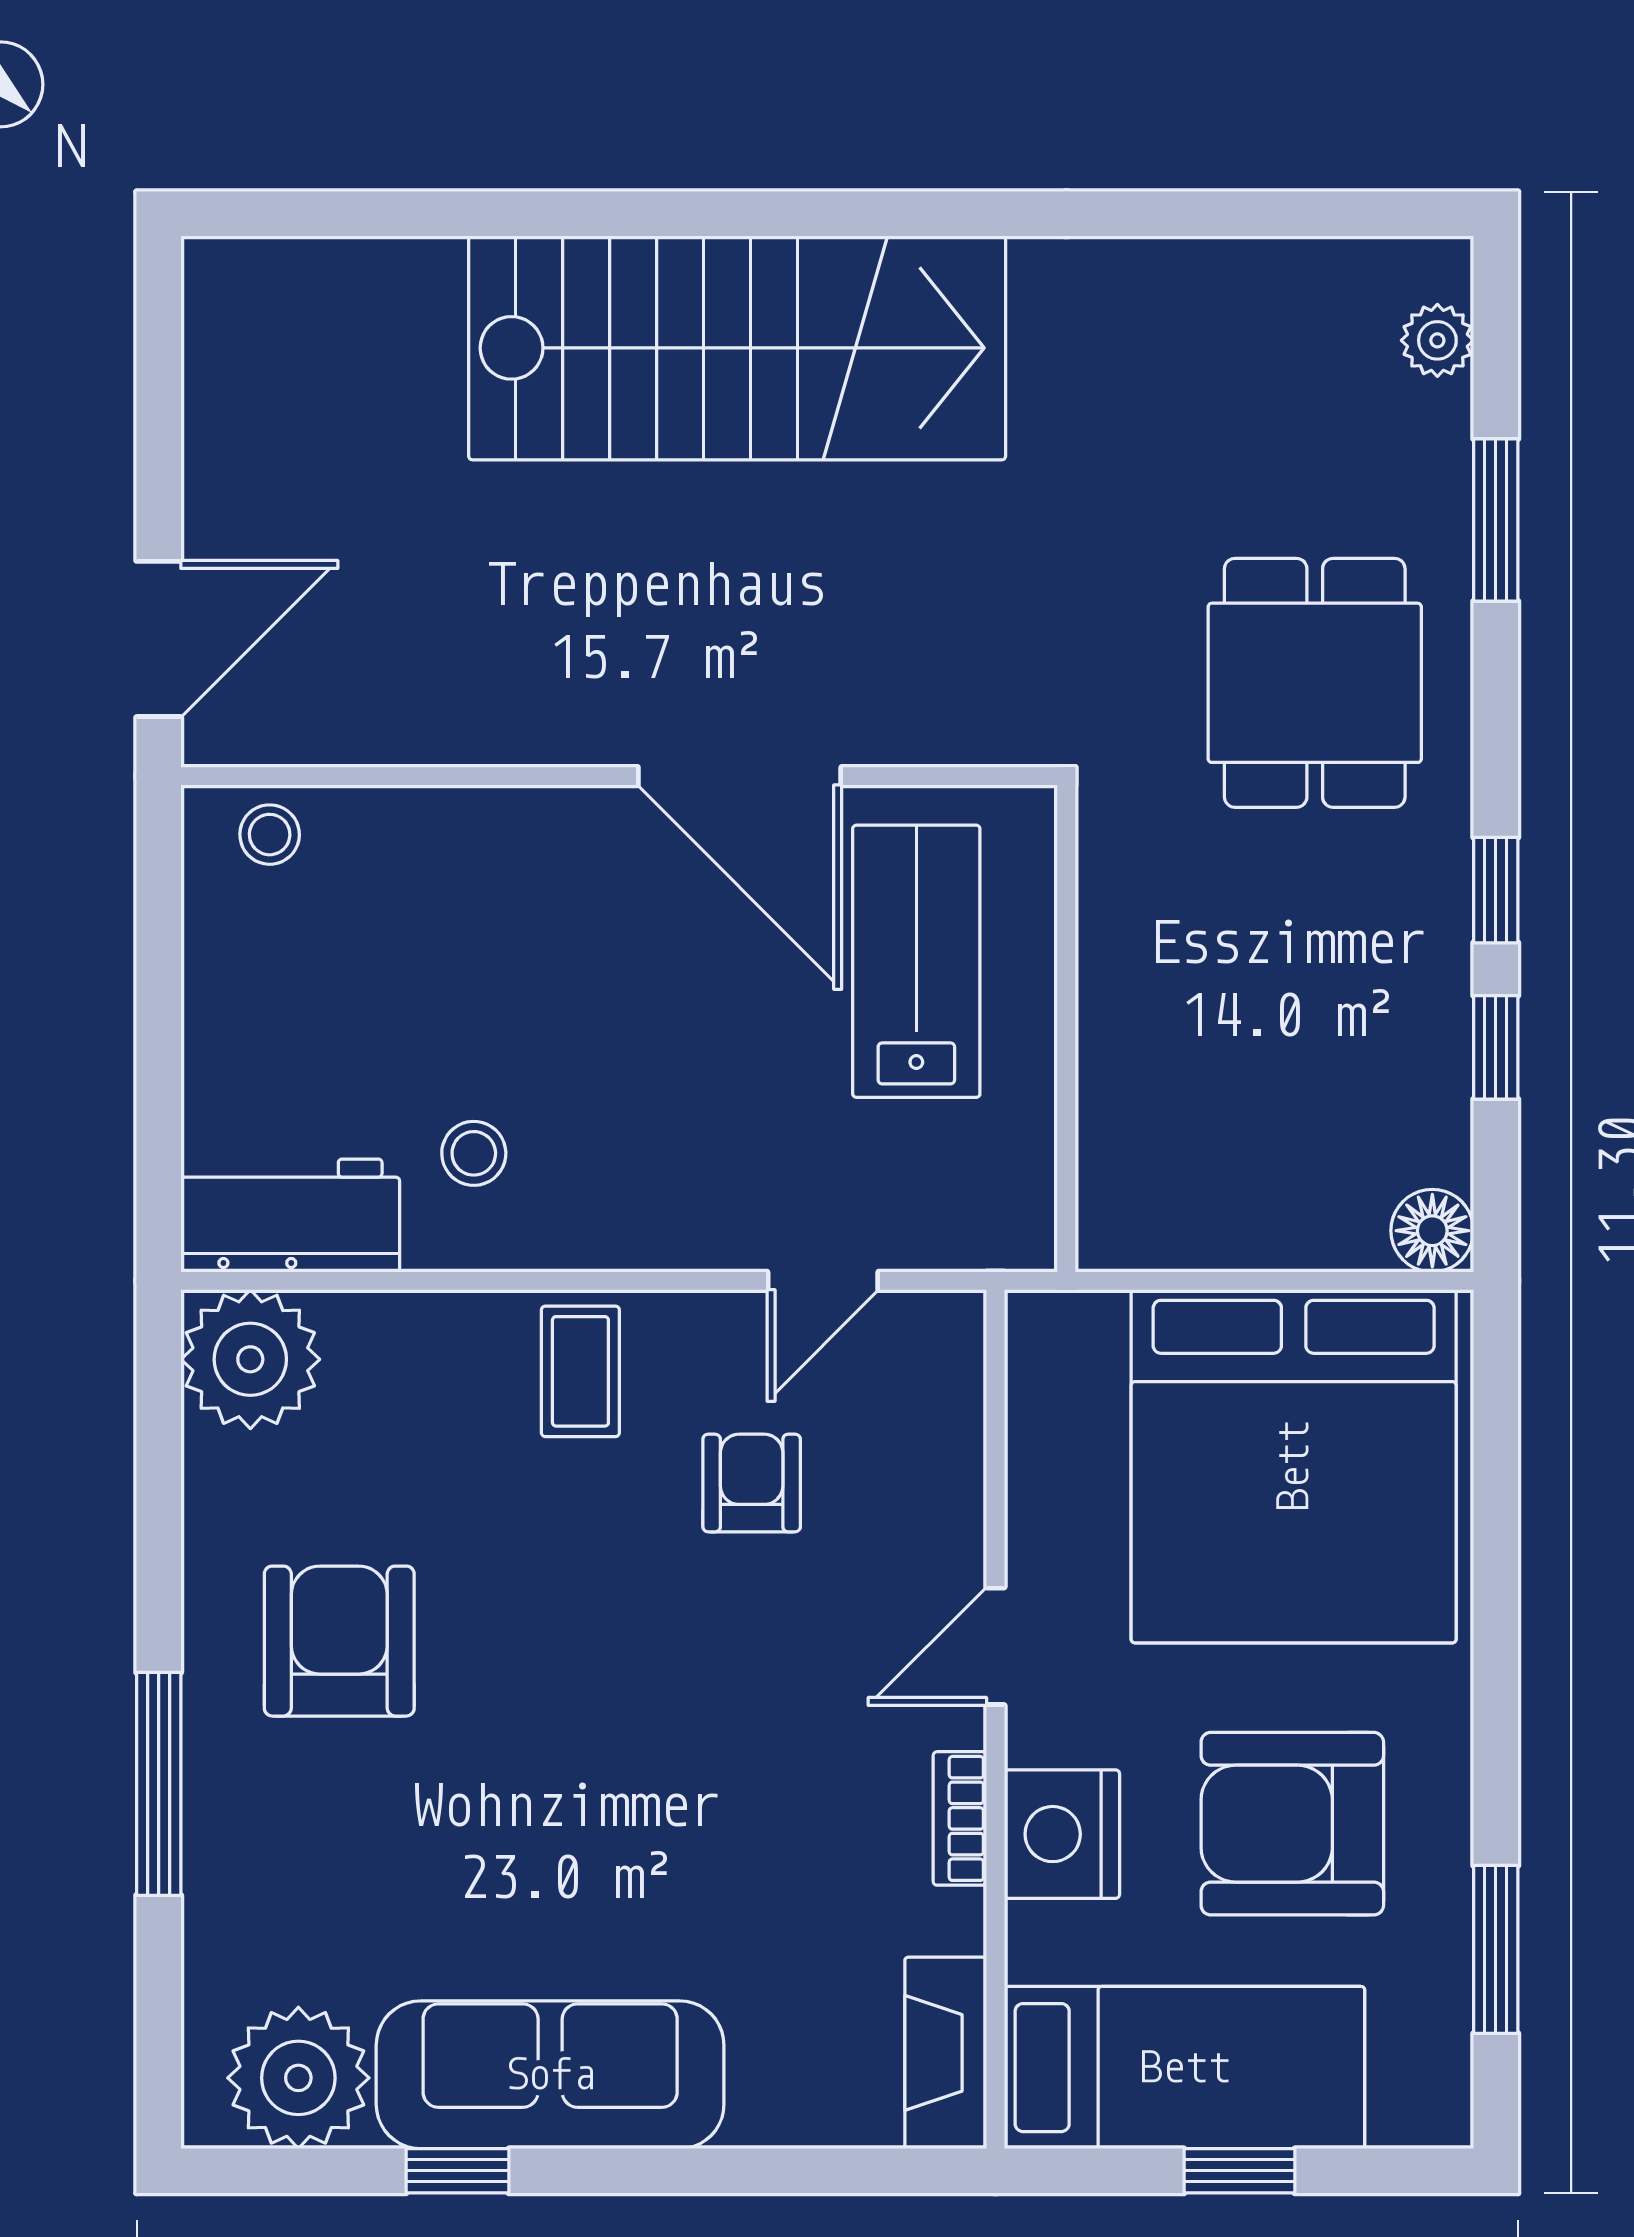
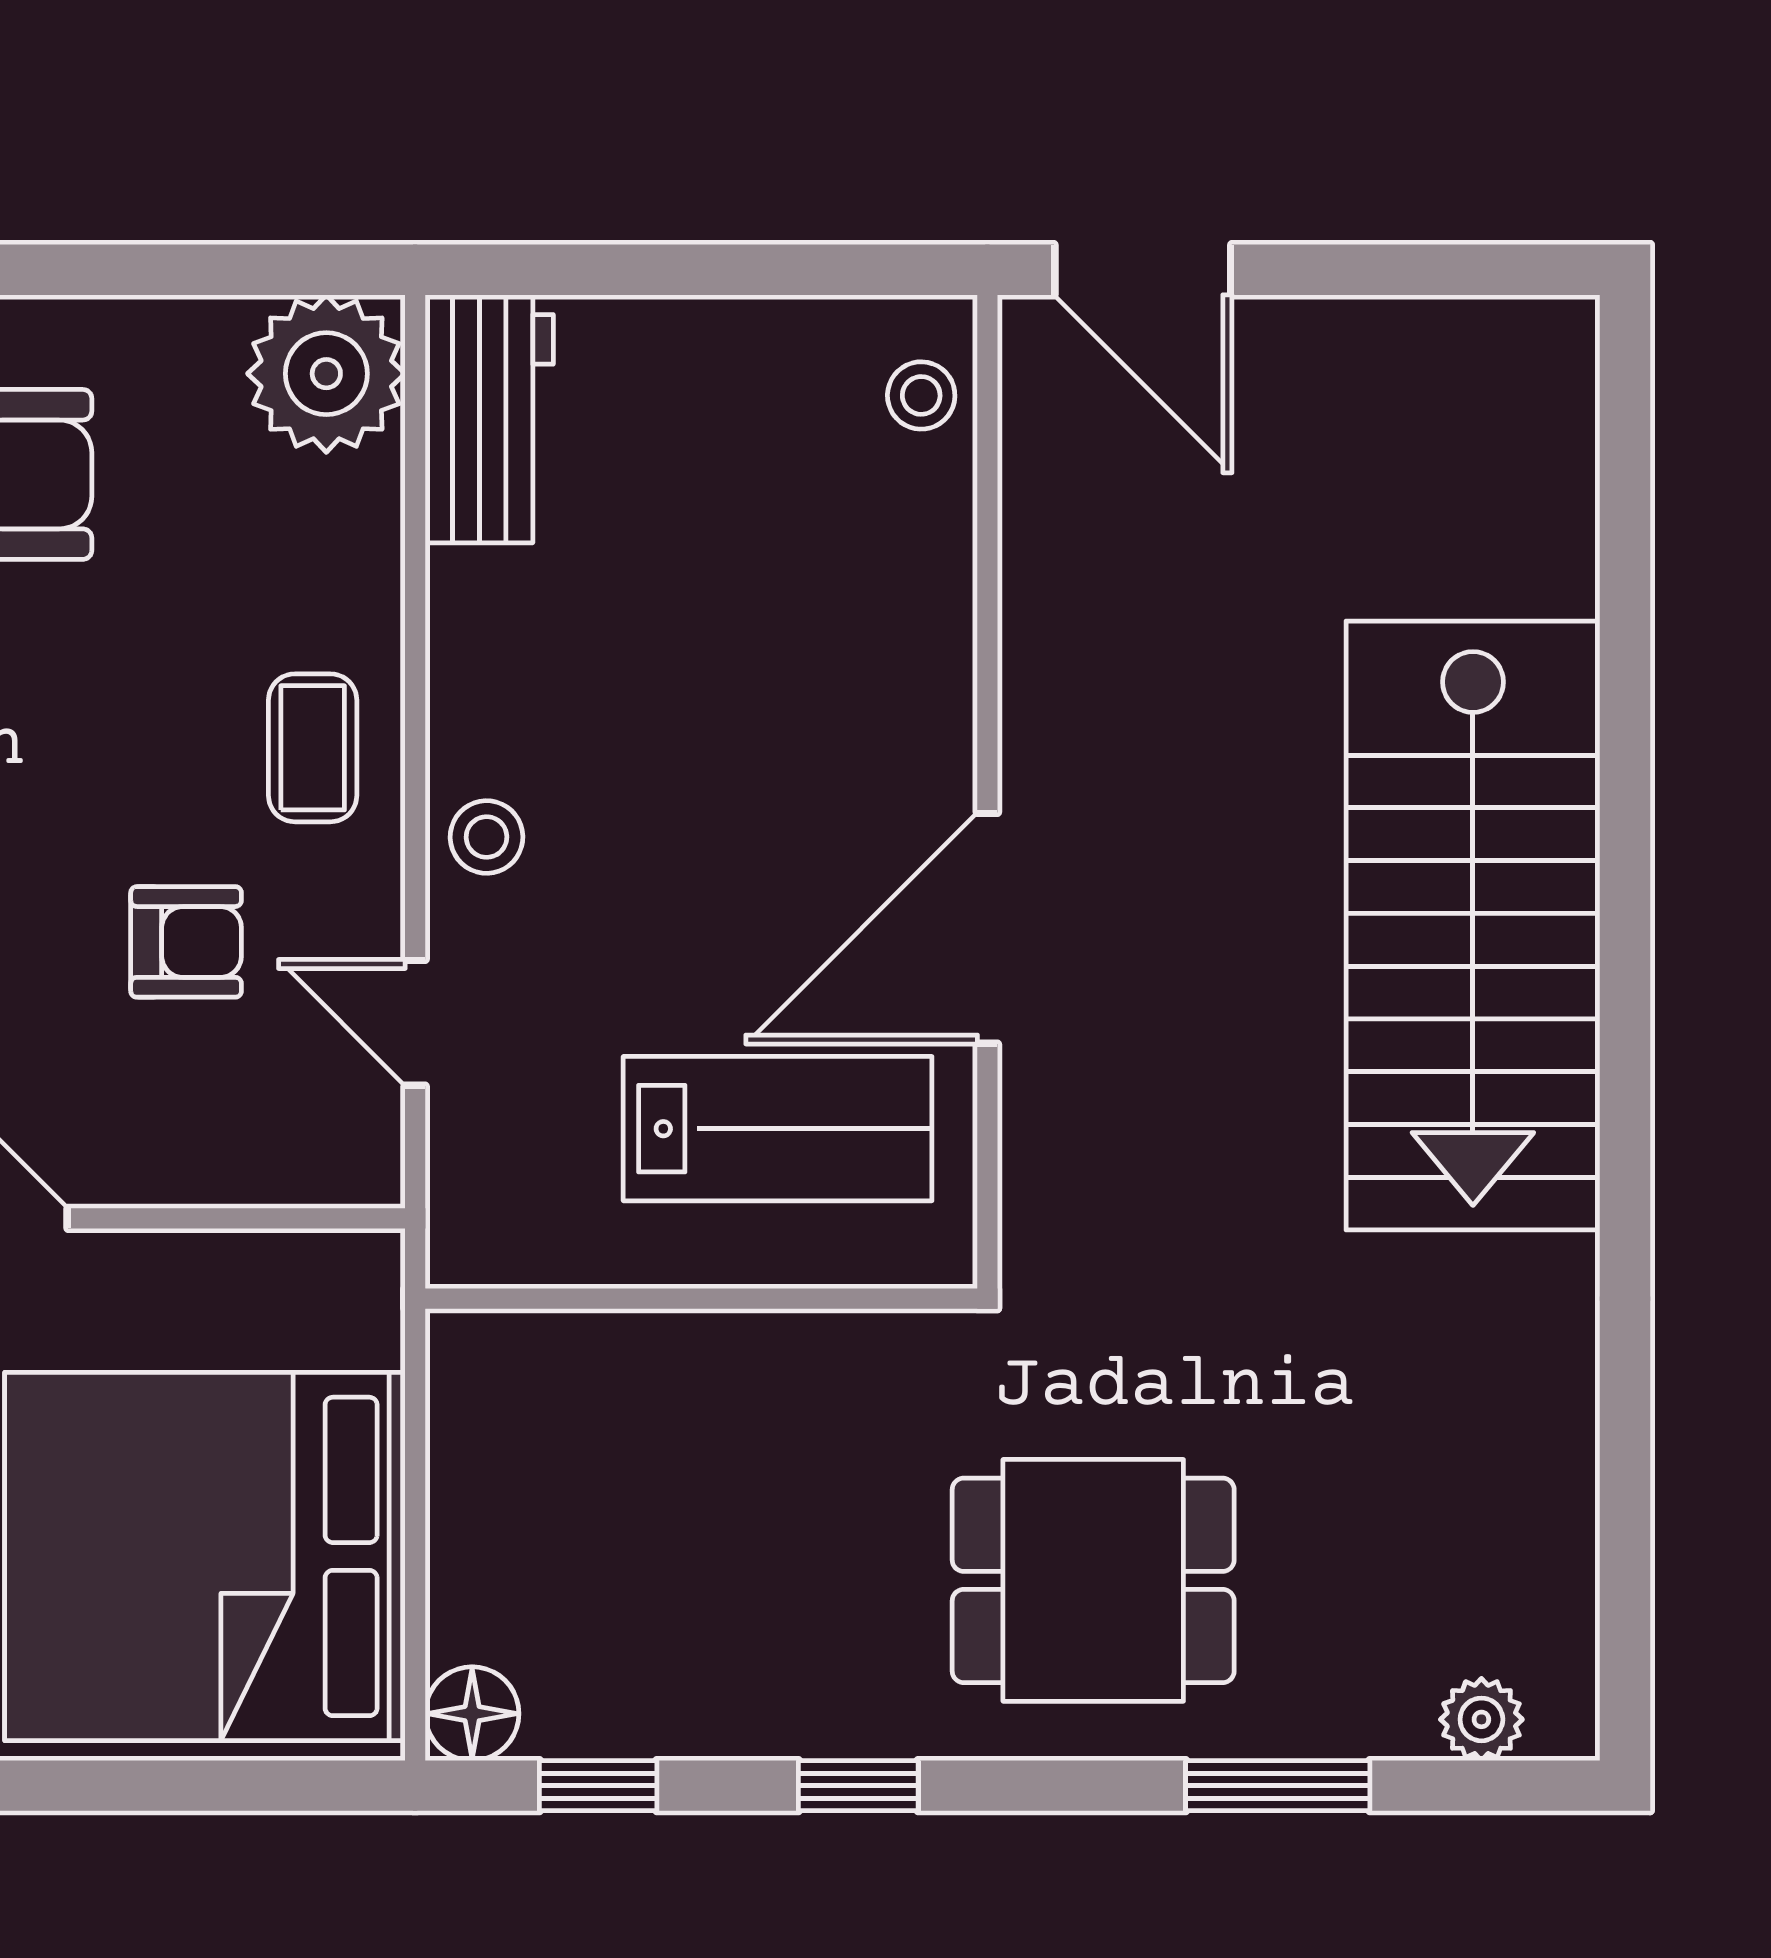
window: (1496, 1047) -> (598, 1786), moved
stool: (474, 1153) -> (487, 837), moved
coffee table: (580, 1371) -> (313, 748), turned 90

